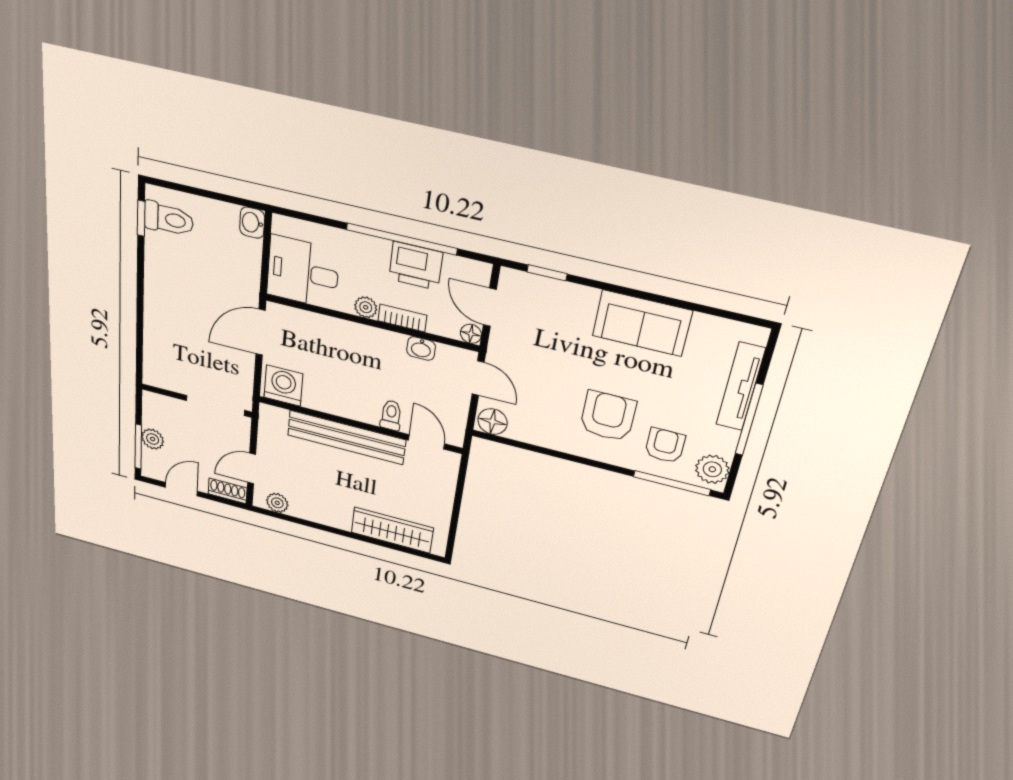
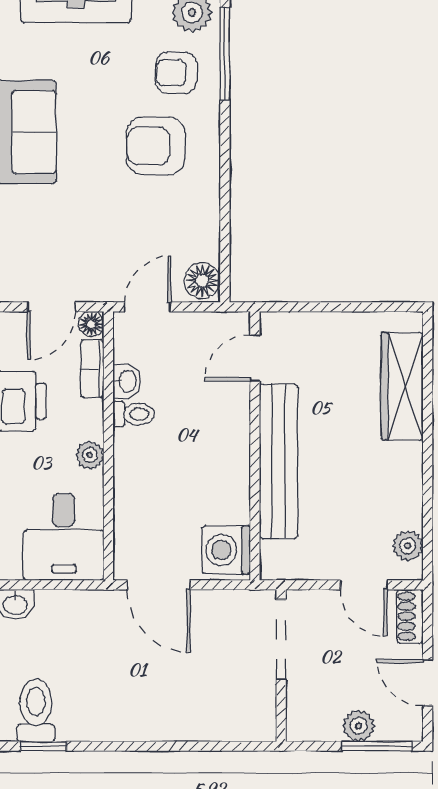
bookcase: (402, 318) -> (92, 369), moved
toilet: (391, 415) -> (134, 414), moved, turned 180

